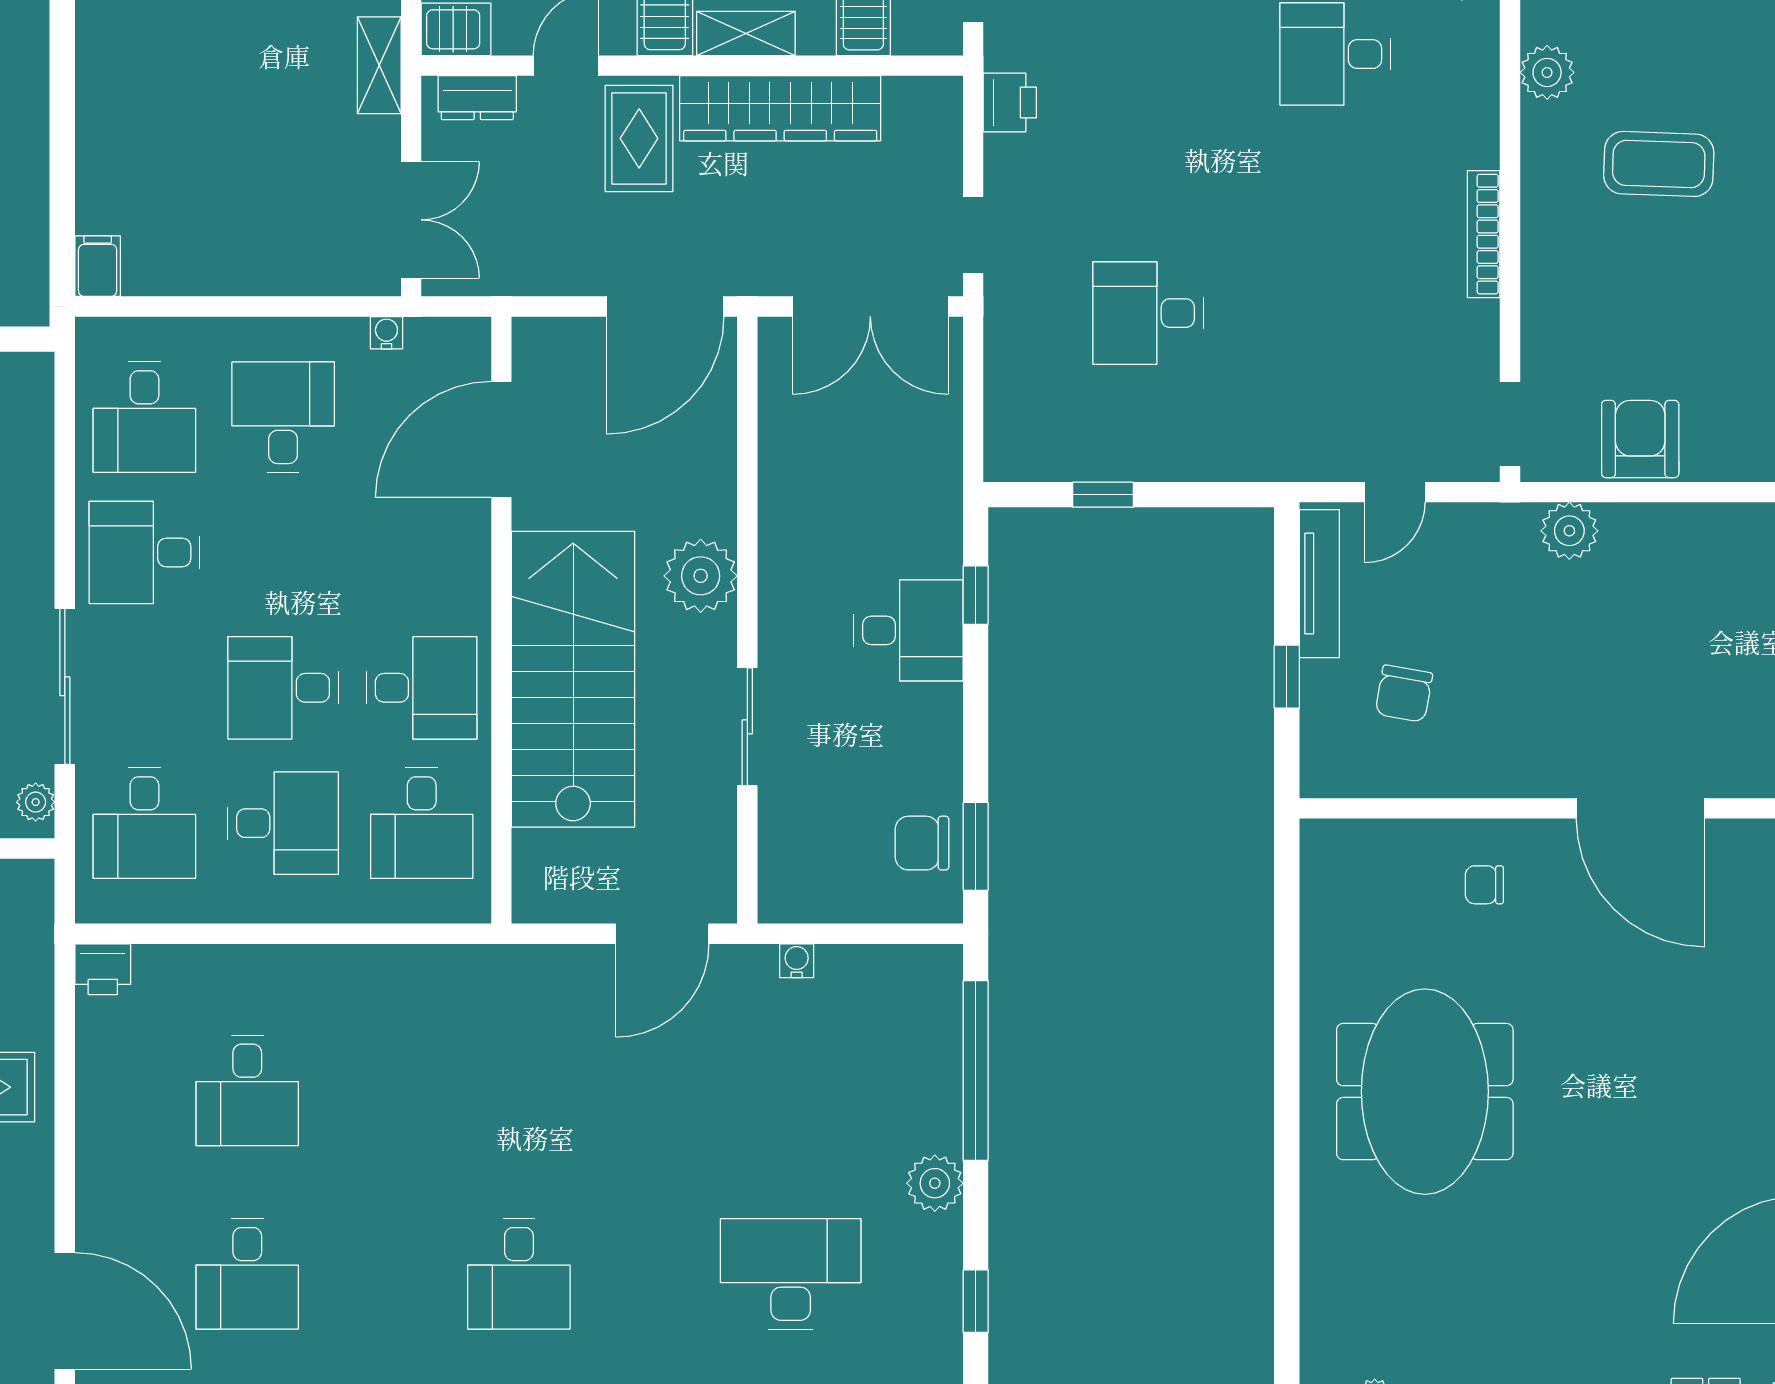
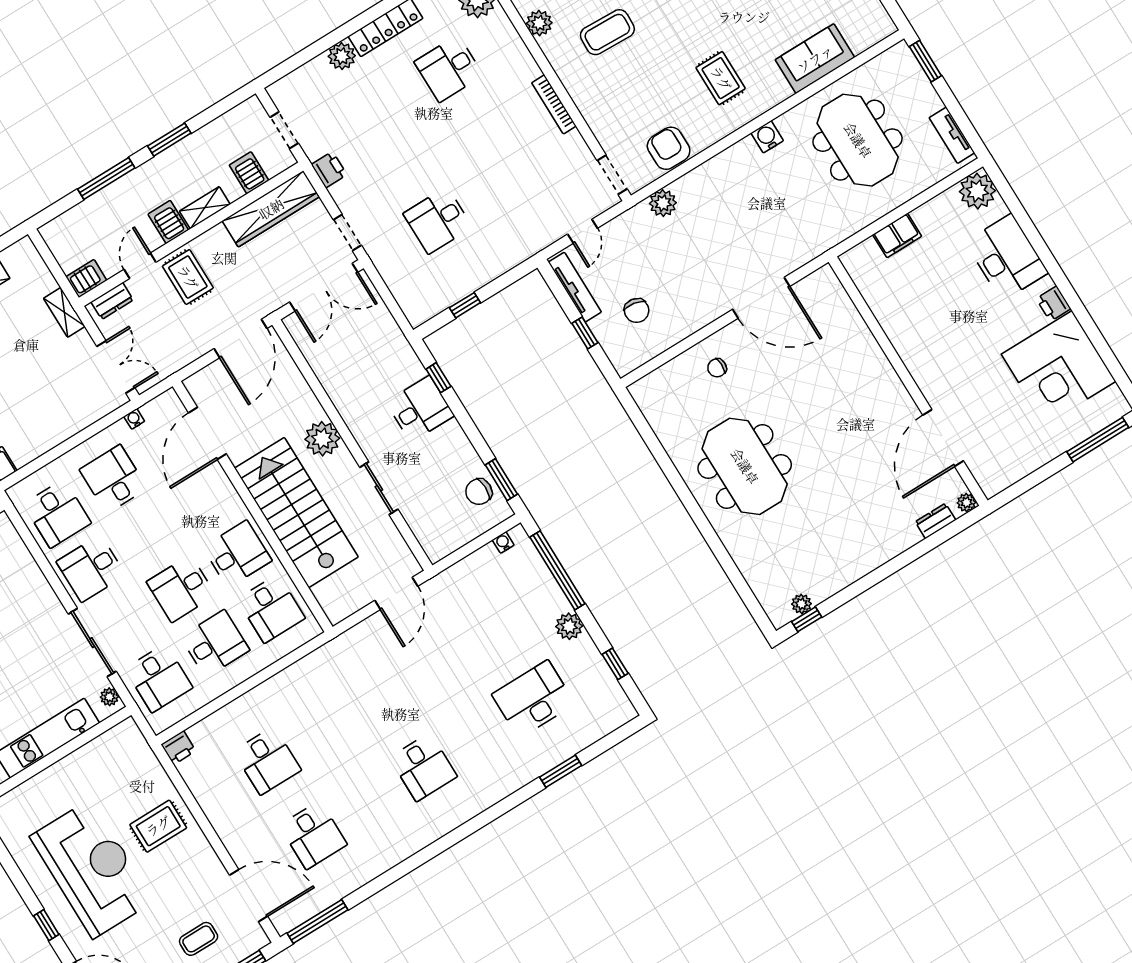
wardrobe: (780, 108) -> (271, 209), moved
water cooler: (797, 961) -> (503, 542), moved

